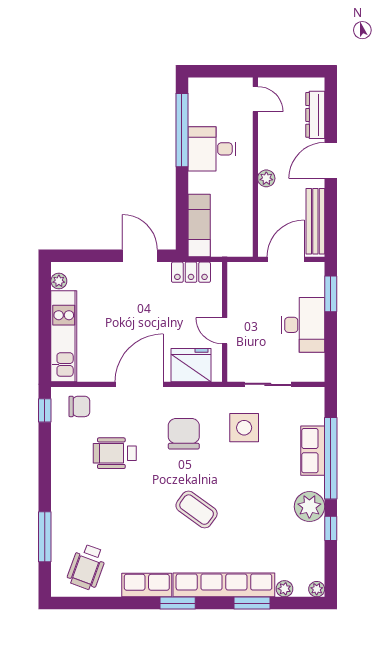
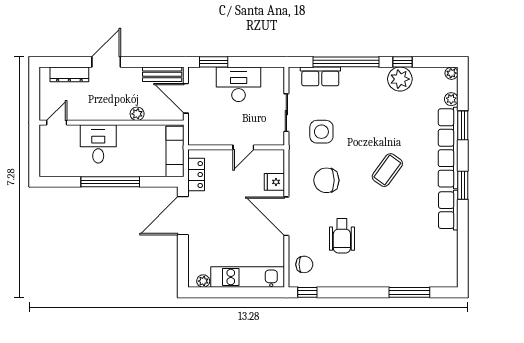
window: (182, 130) -> (110, 182), moved
desk: (212, 149) -> (98, 144), moved, turned 180
door: (331, 160) -> (106, 62), swing flipped
plant: (266, 178) -> (137, 114), moved
bench: (315, 221) -> (162, 74), width x0.73
exam couch: (199, 225) -> (175, 151), moved, turned -90
door: (140, 256) -> (183, 216), width x1.36
fridge: (191, 365) -> (274, 182), width x0.53, depth x0.75
chair: (79, 406) -> (304, 264), turned 90
row of seats: (313, 451) -> (320, 76), moved
plant: (309, 507) -> (400, 79), moved
wheelchair: (87, 567) -> (434, 259), removed

